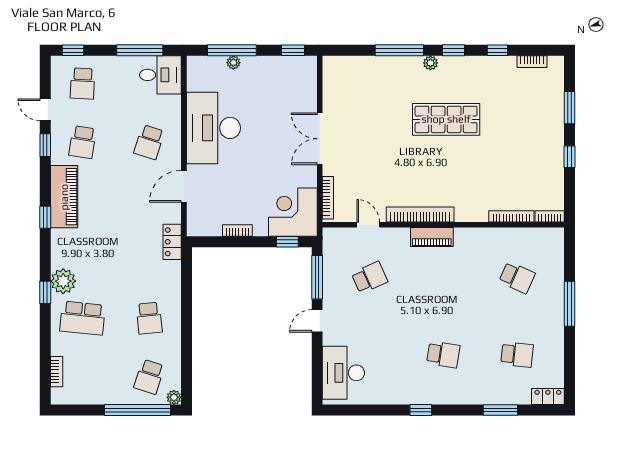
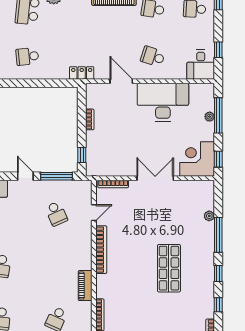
window: (140, 50) -> (218, 50), width x0.46
plant: (430, 63) -> (209, 216), moved
corner desk: (293, 212) -> (197, 159), moved, turned -90
piano: (432, 237) -> (85, 286), moved

